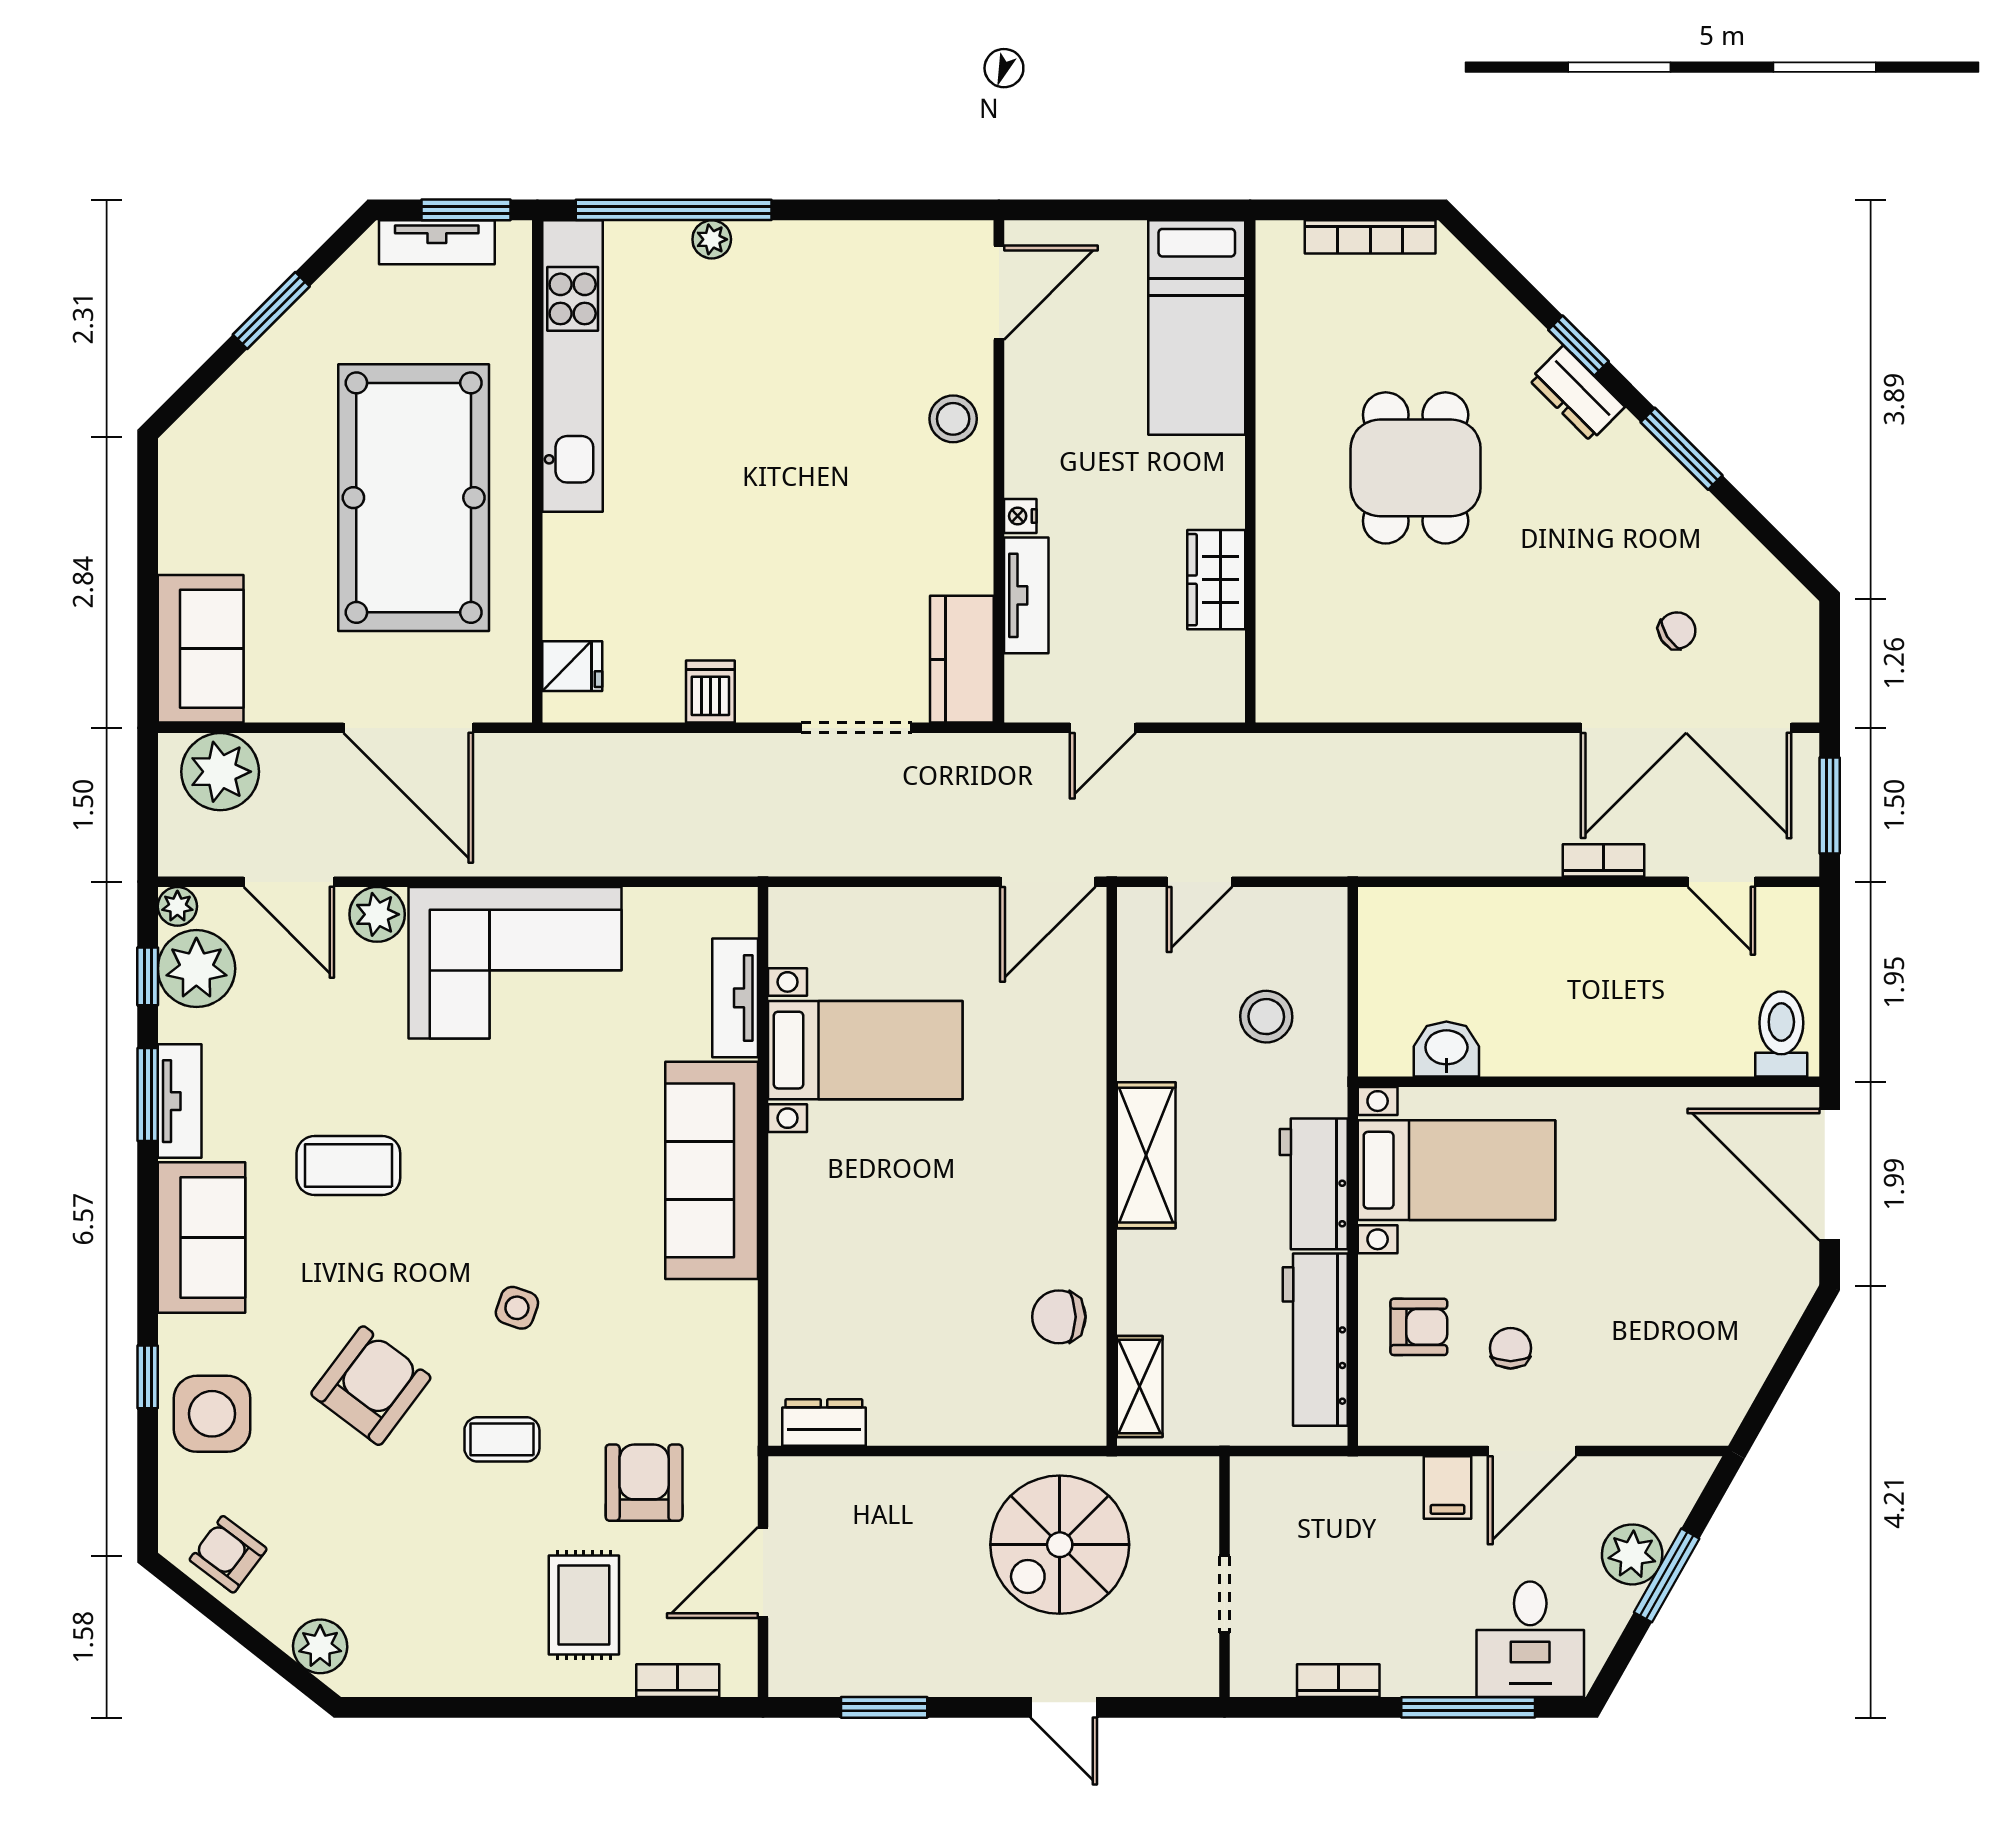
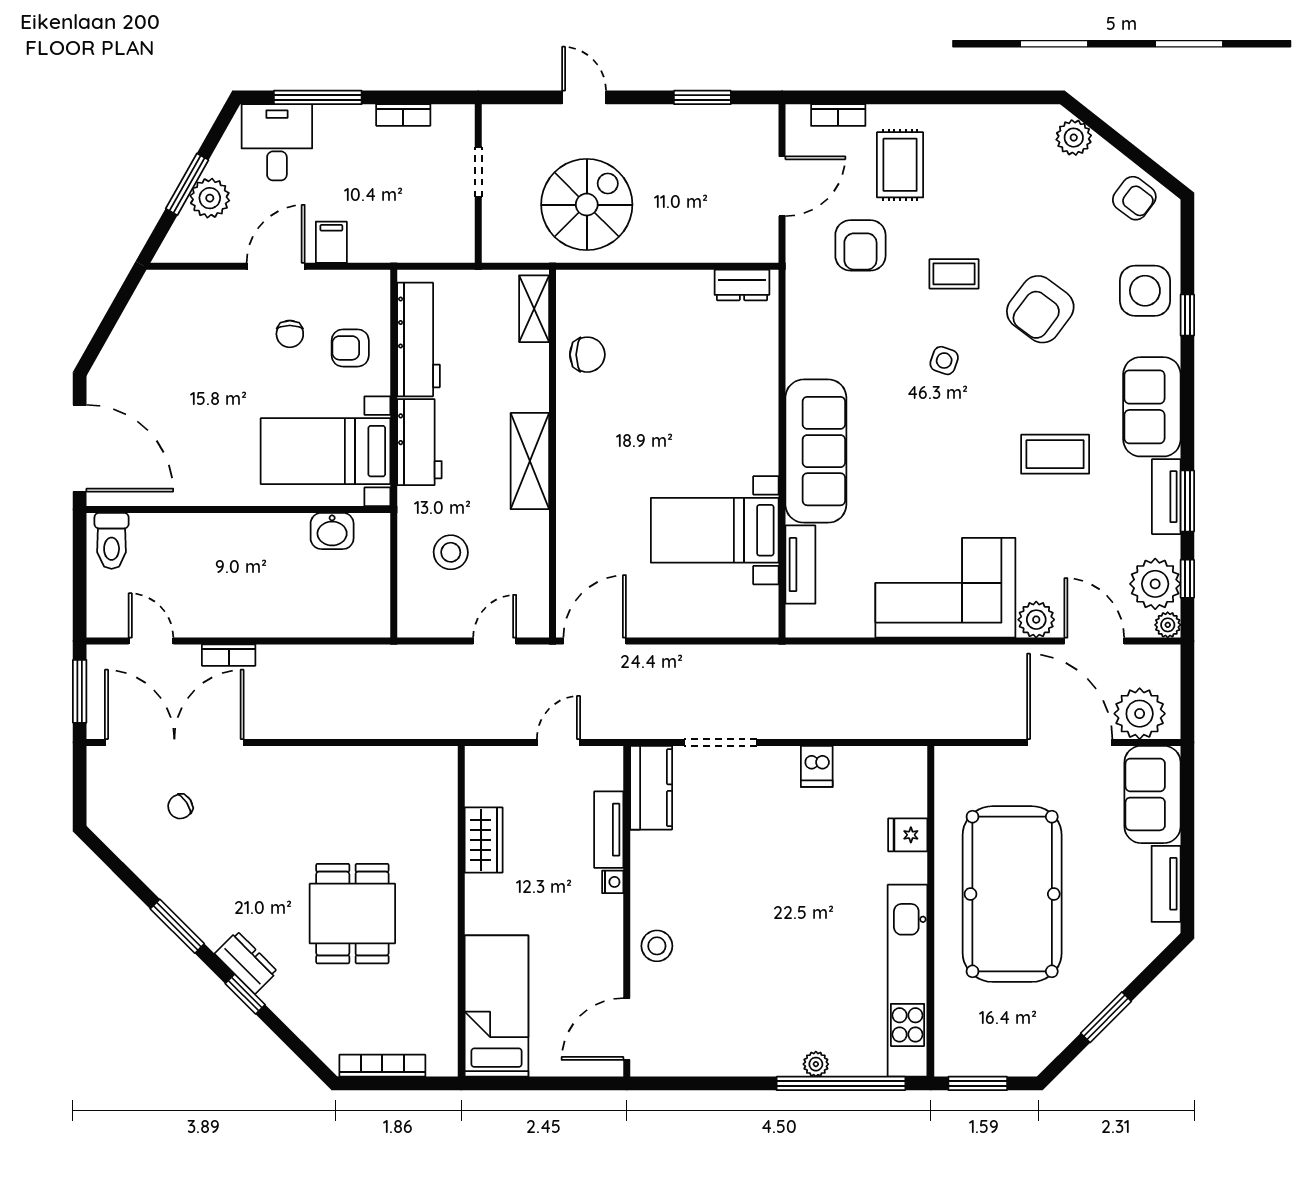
tv unit: (437, 242) -> (1166, 884), moved, turned -90
fridge: (572, 666) -> (908, 835), moved
door: (408, 728) -> (1070, 742), moved

